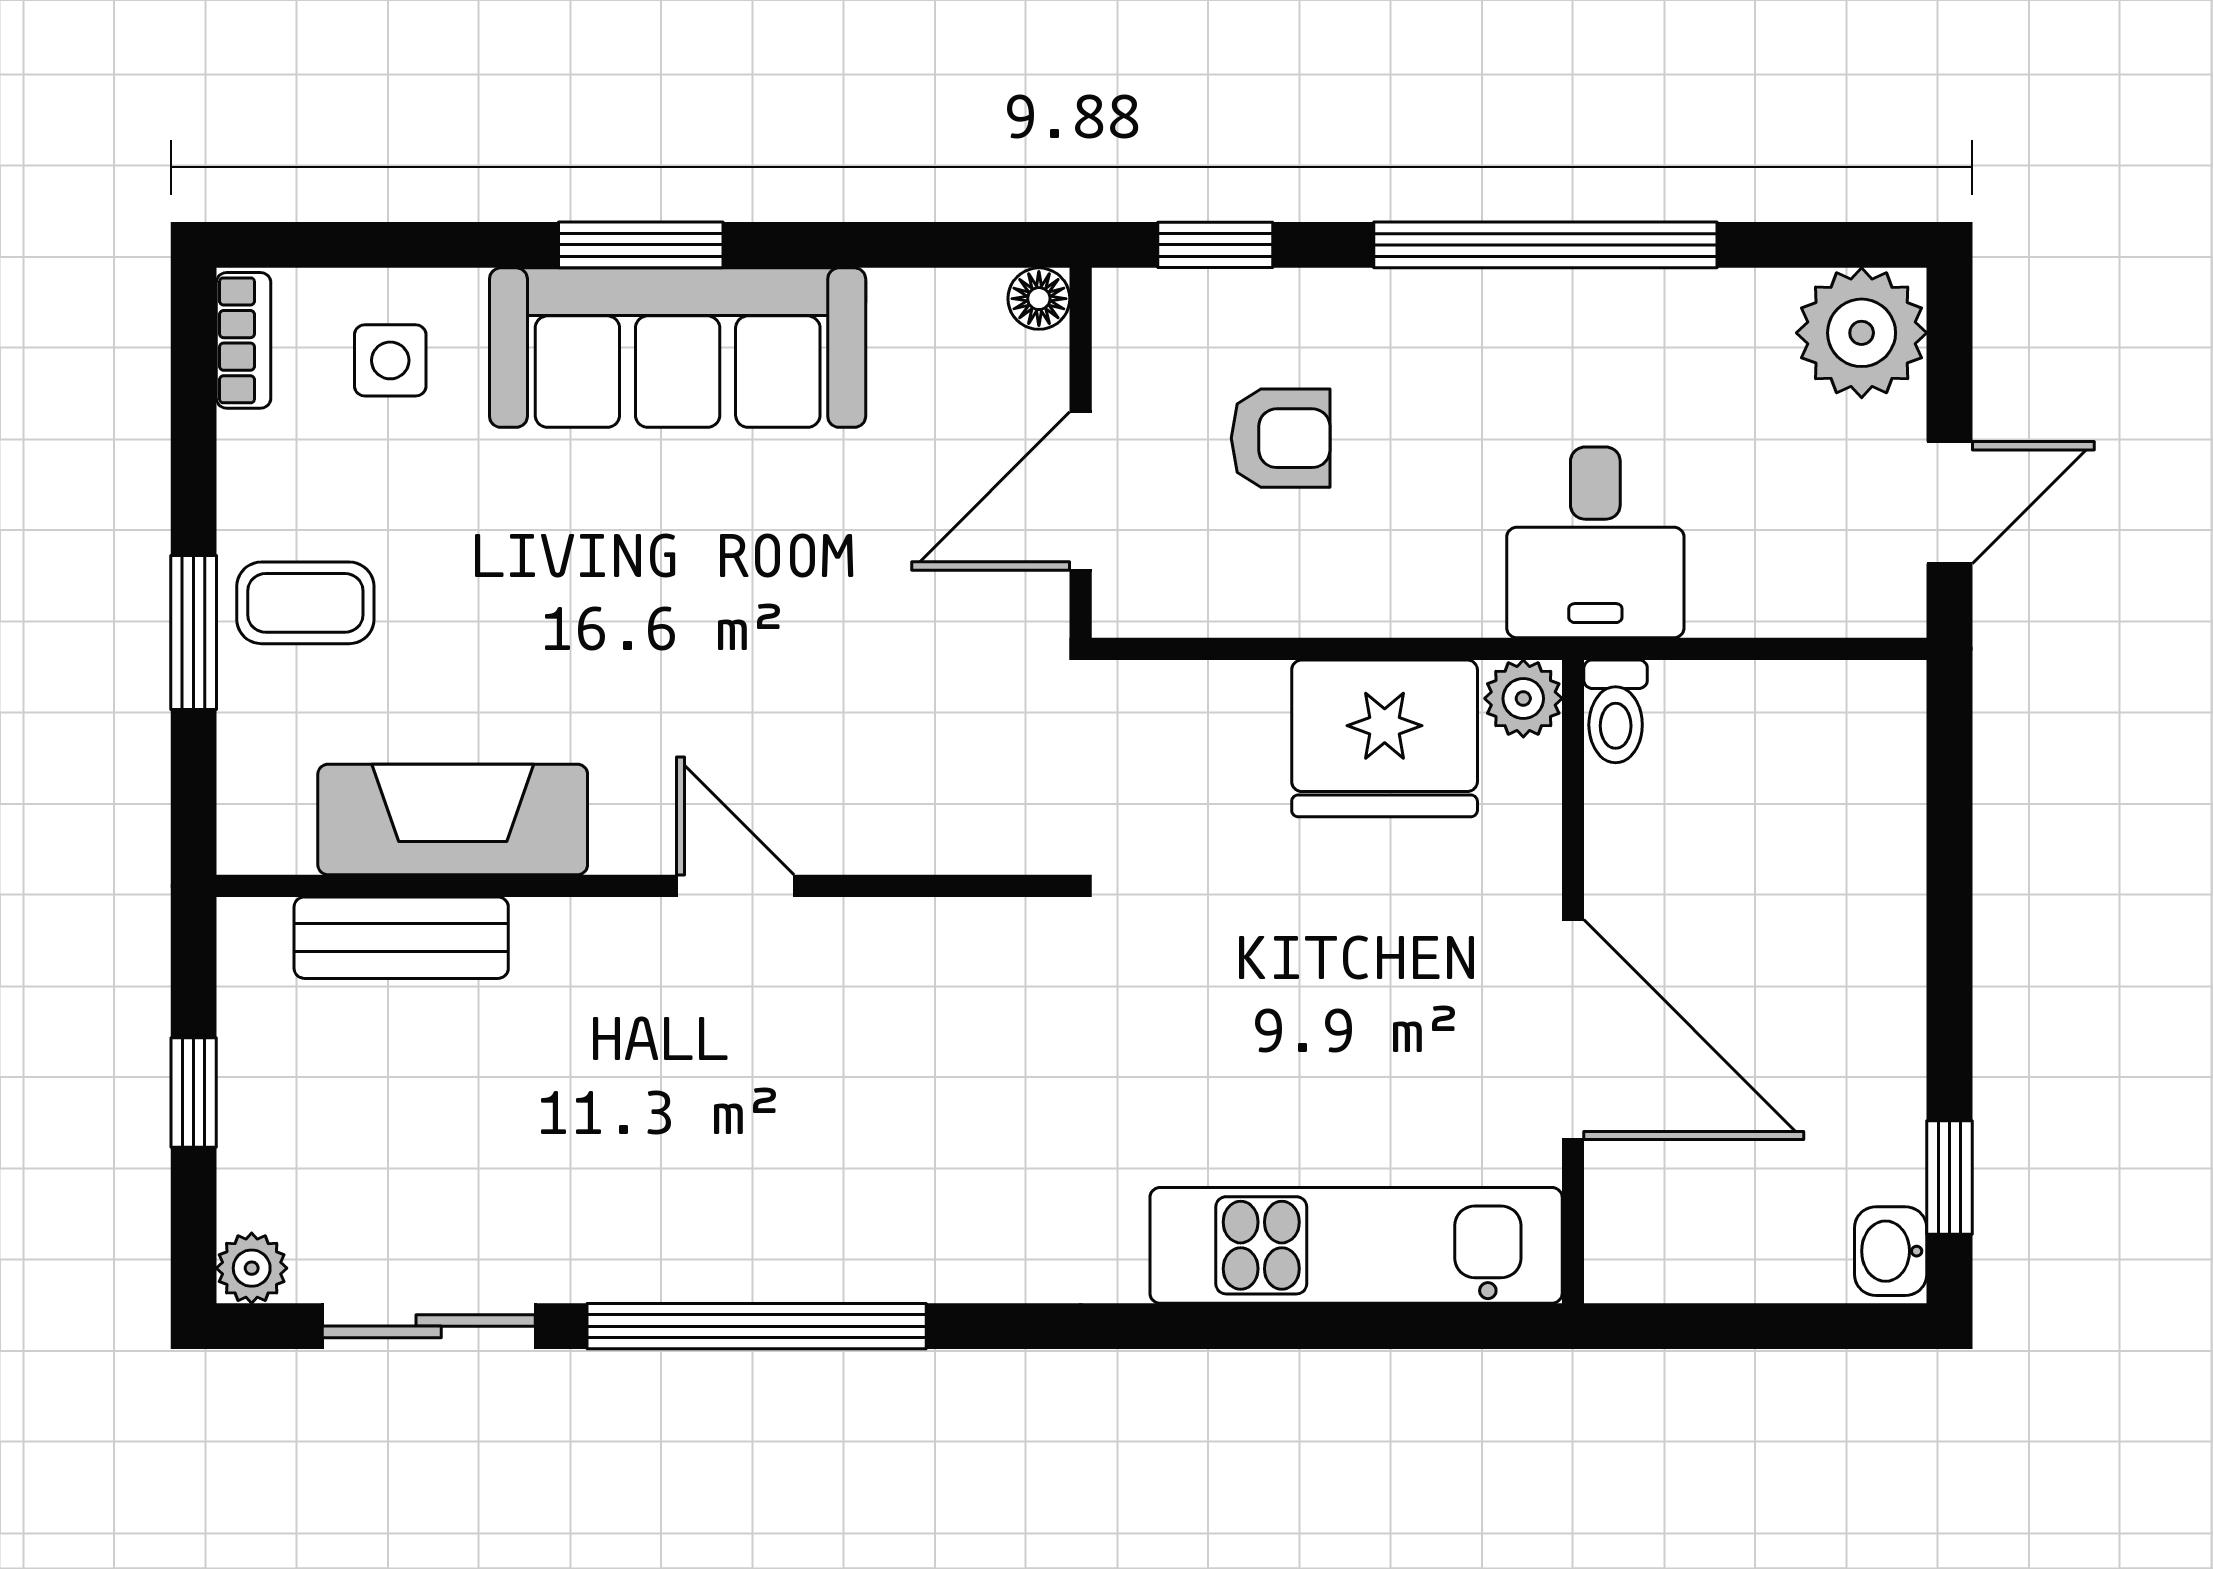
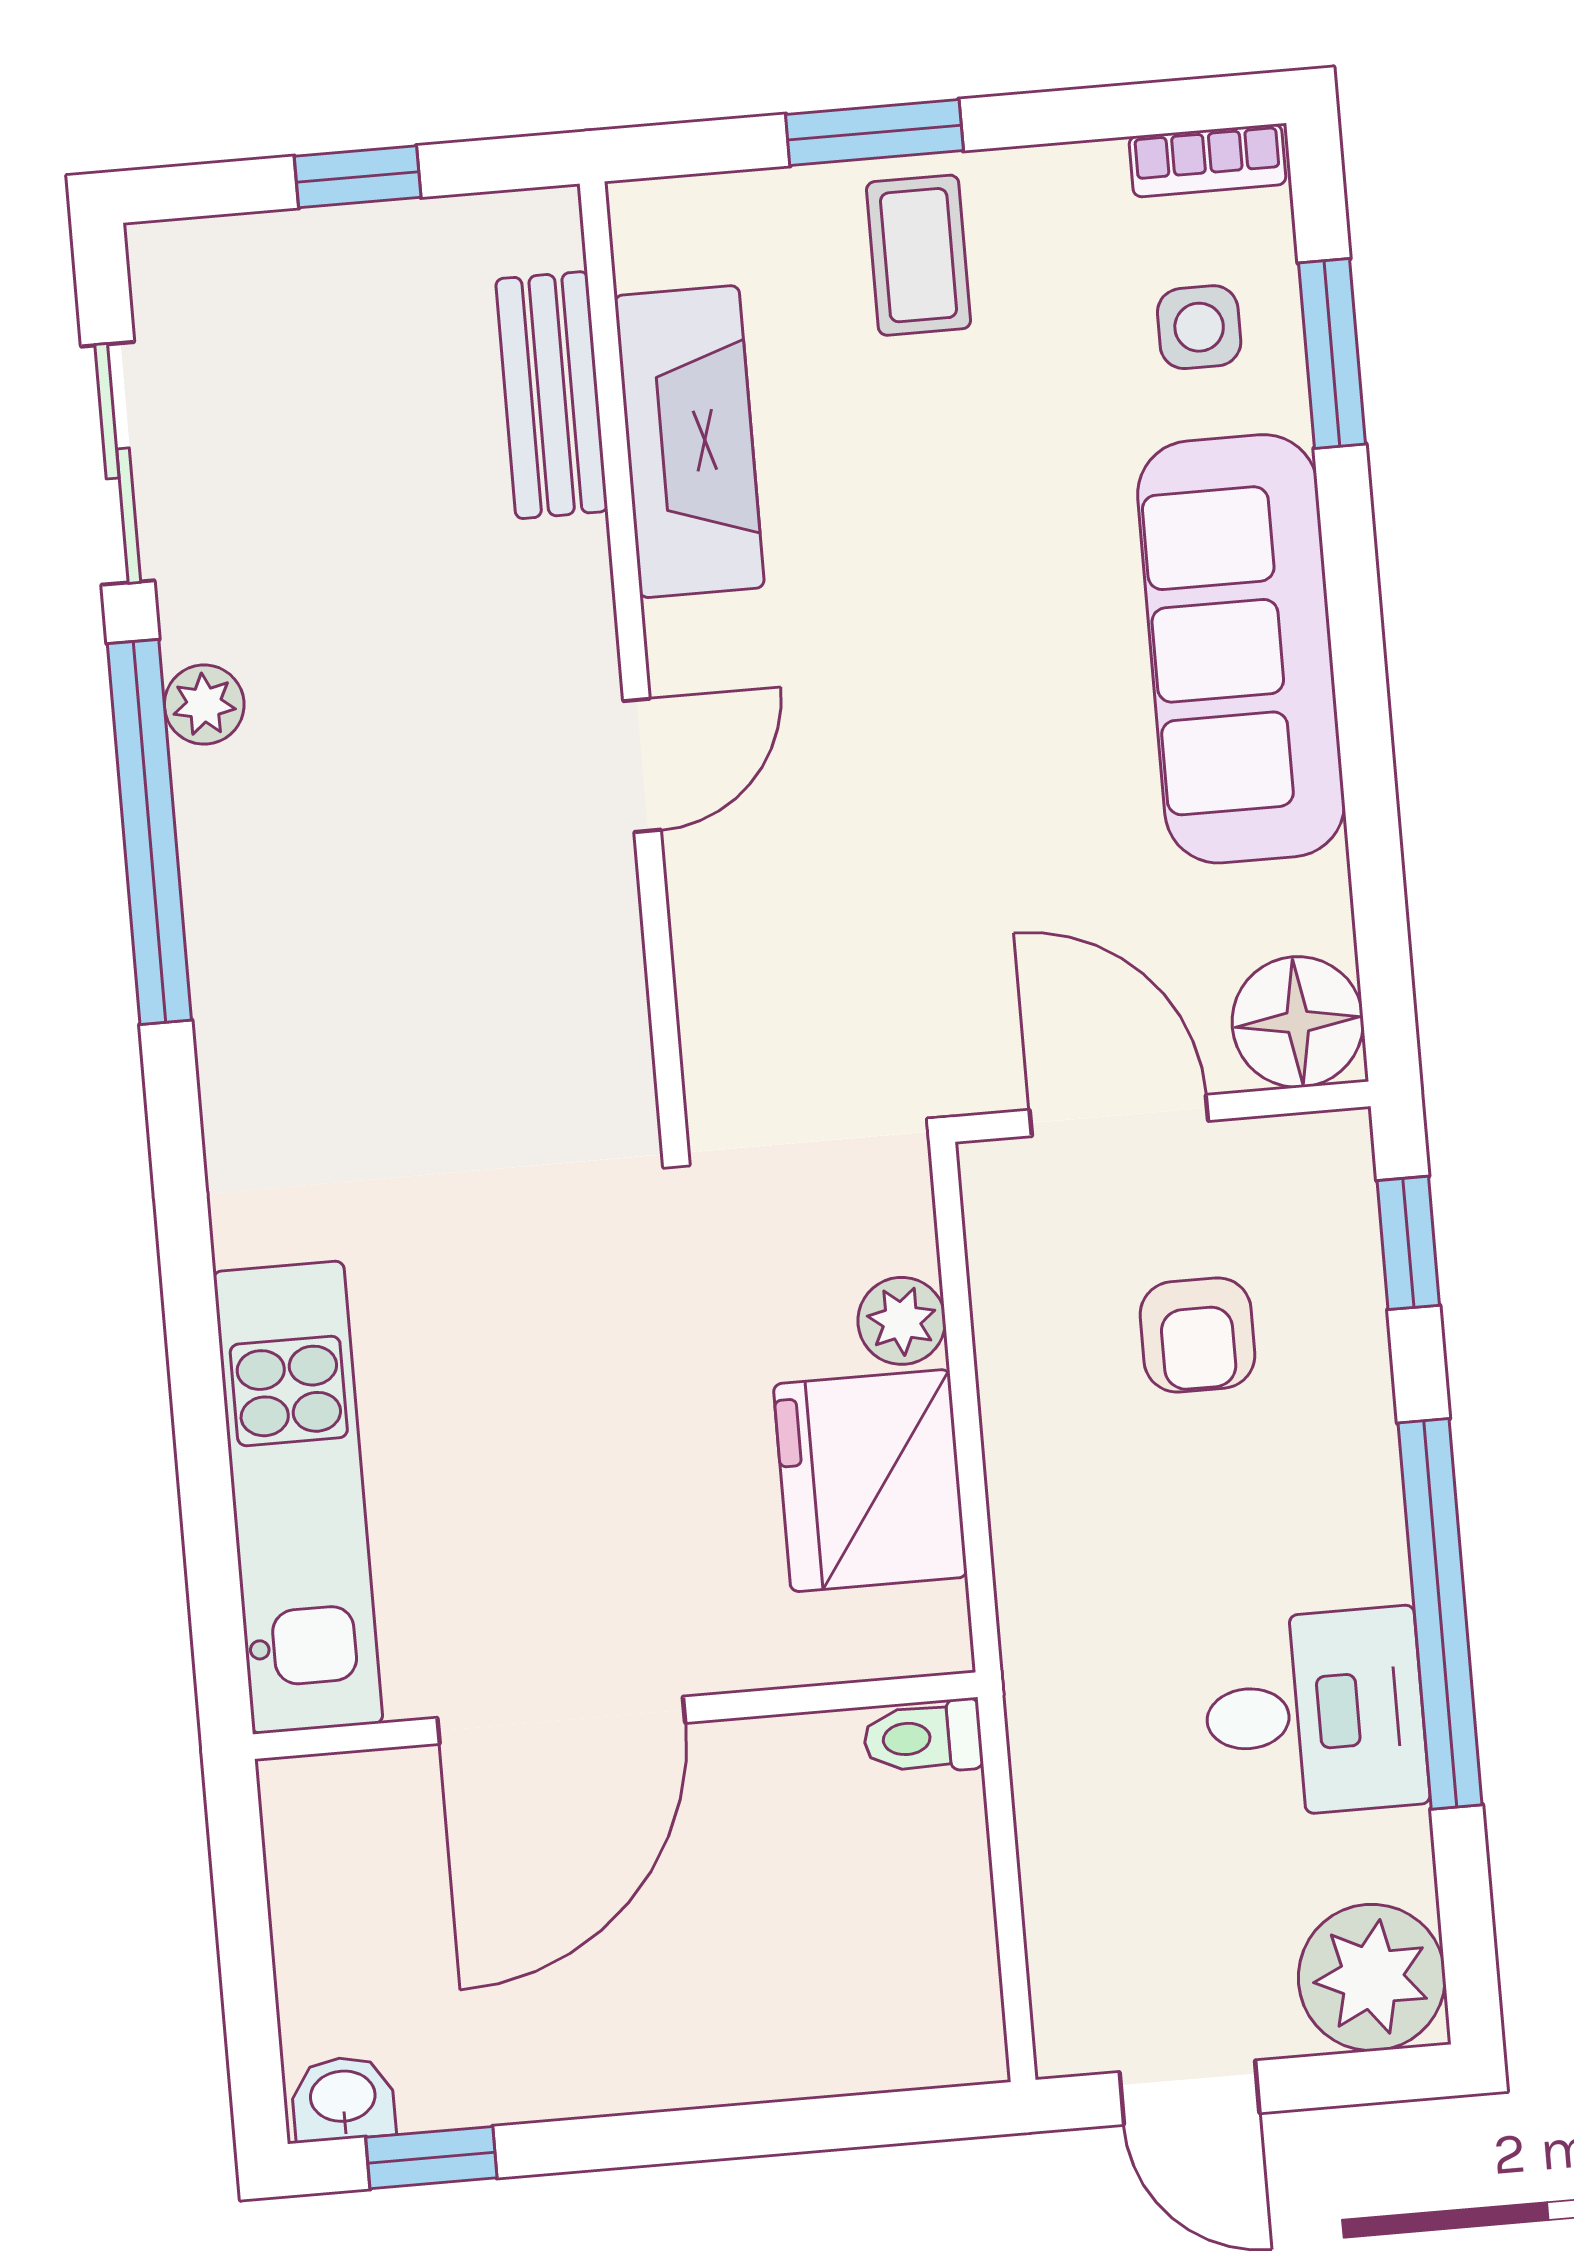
window: (641, 245) -> (1332, 354), moved
floor lamp: (1039, 299) -> (1298, 1022), width x1.89, depth x1.89
desk: (1595, 542) -> (1315, 1713), moved, turned 180
plant: (1523, 698) -> (902, 1321), moved
plant: (252, 1268) -> (204, 705), moved

